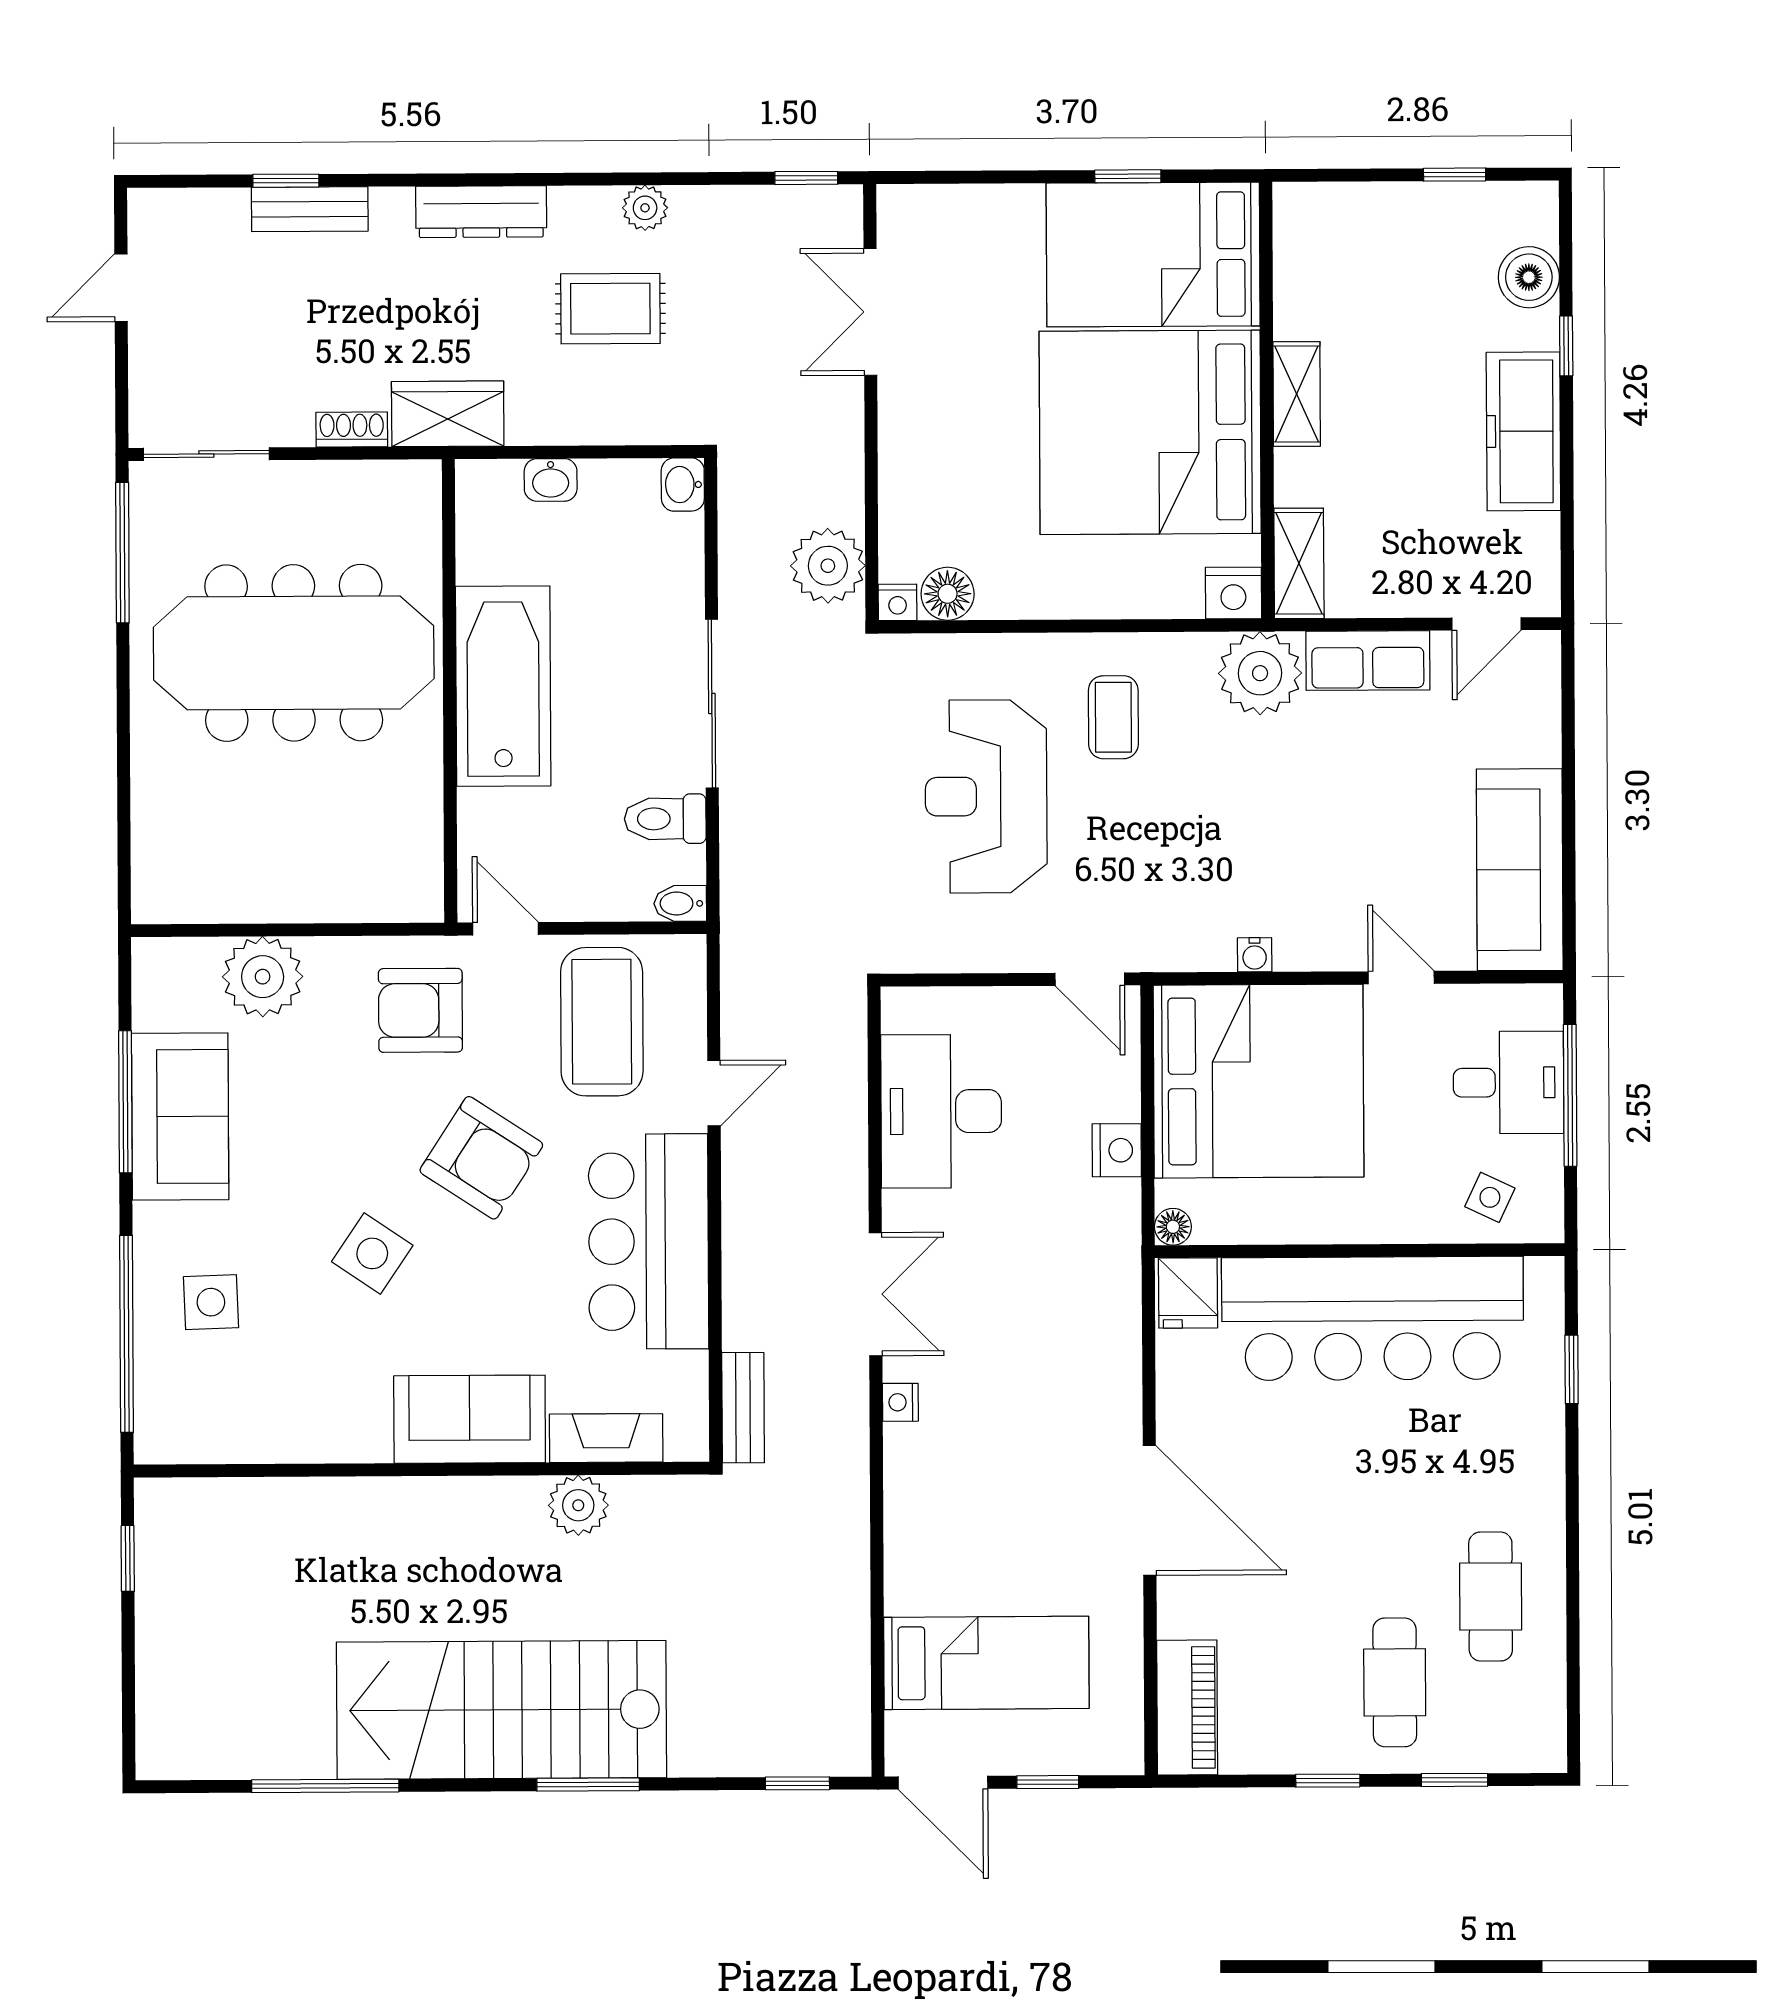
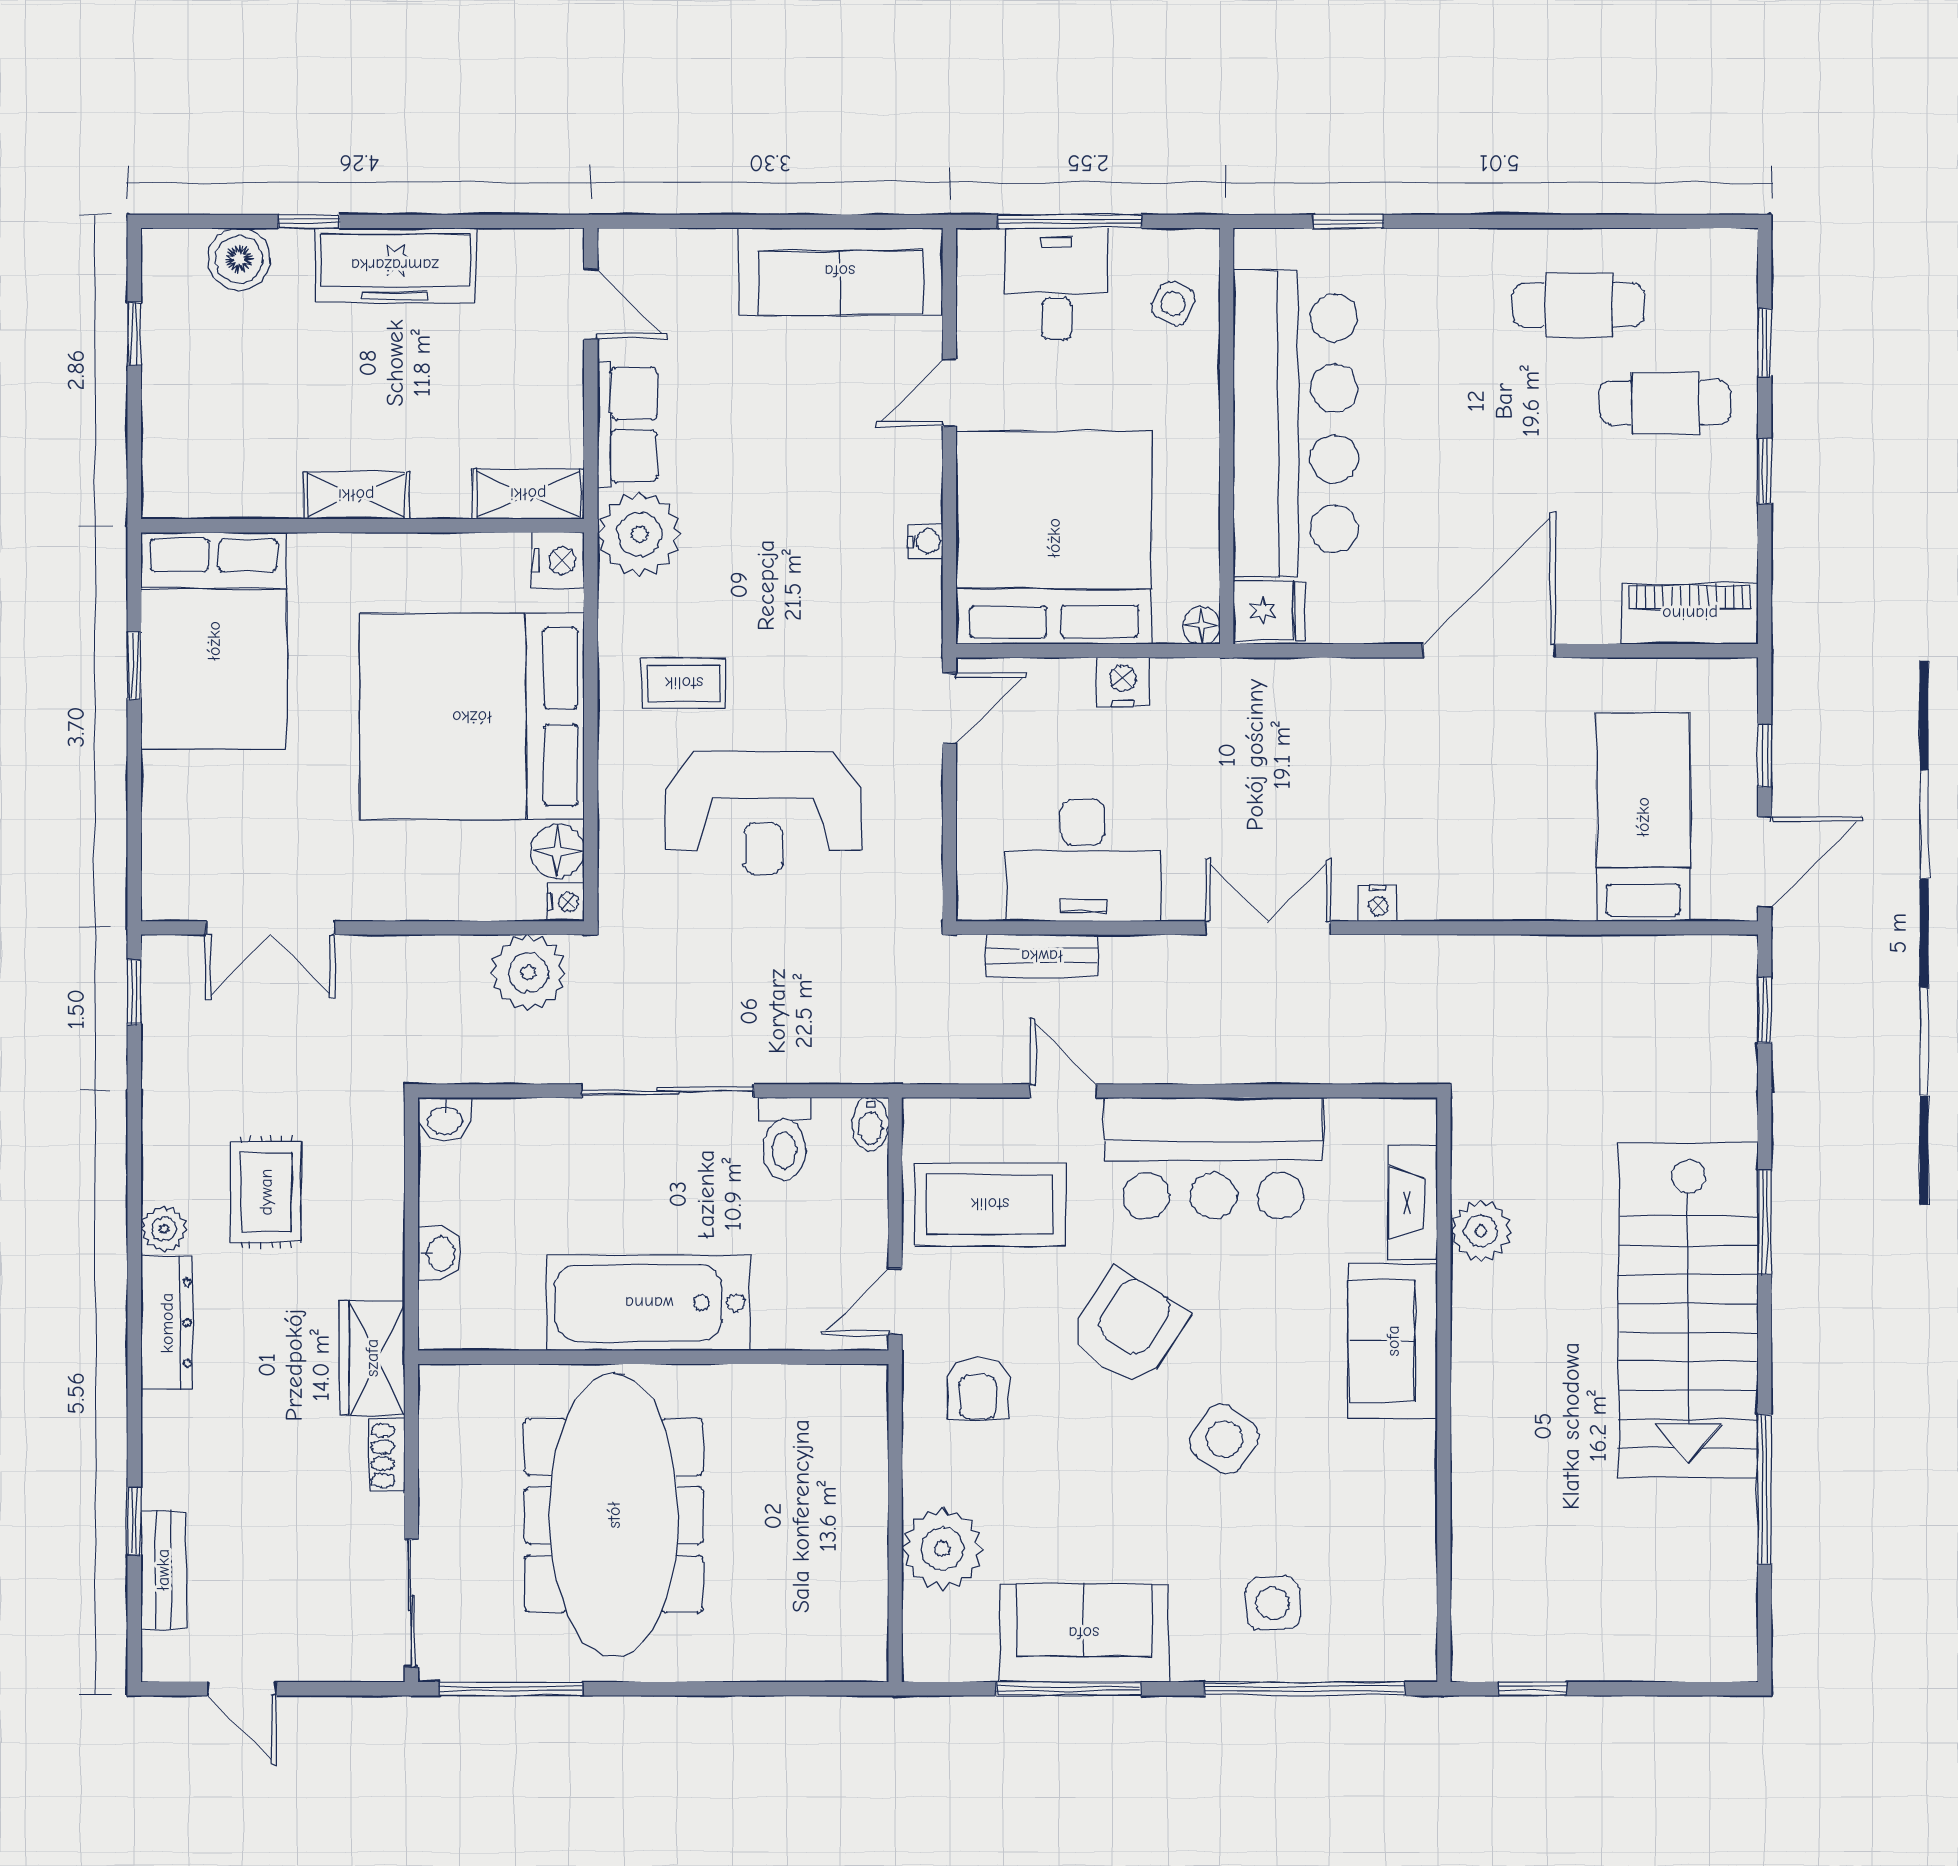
plant: (645, 208) -> (164, 1229), moved
bench: (310, 209) -> (163, 1570), moved
bed: (1150, 432) -> (472, 717), moved, turned 90
armchair: (420, 1010) -> (978, 1389), width x0.72, depth x0.72
bench: (743, 1408) -> (1042, 956), moved

